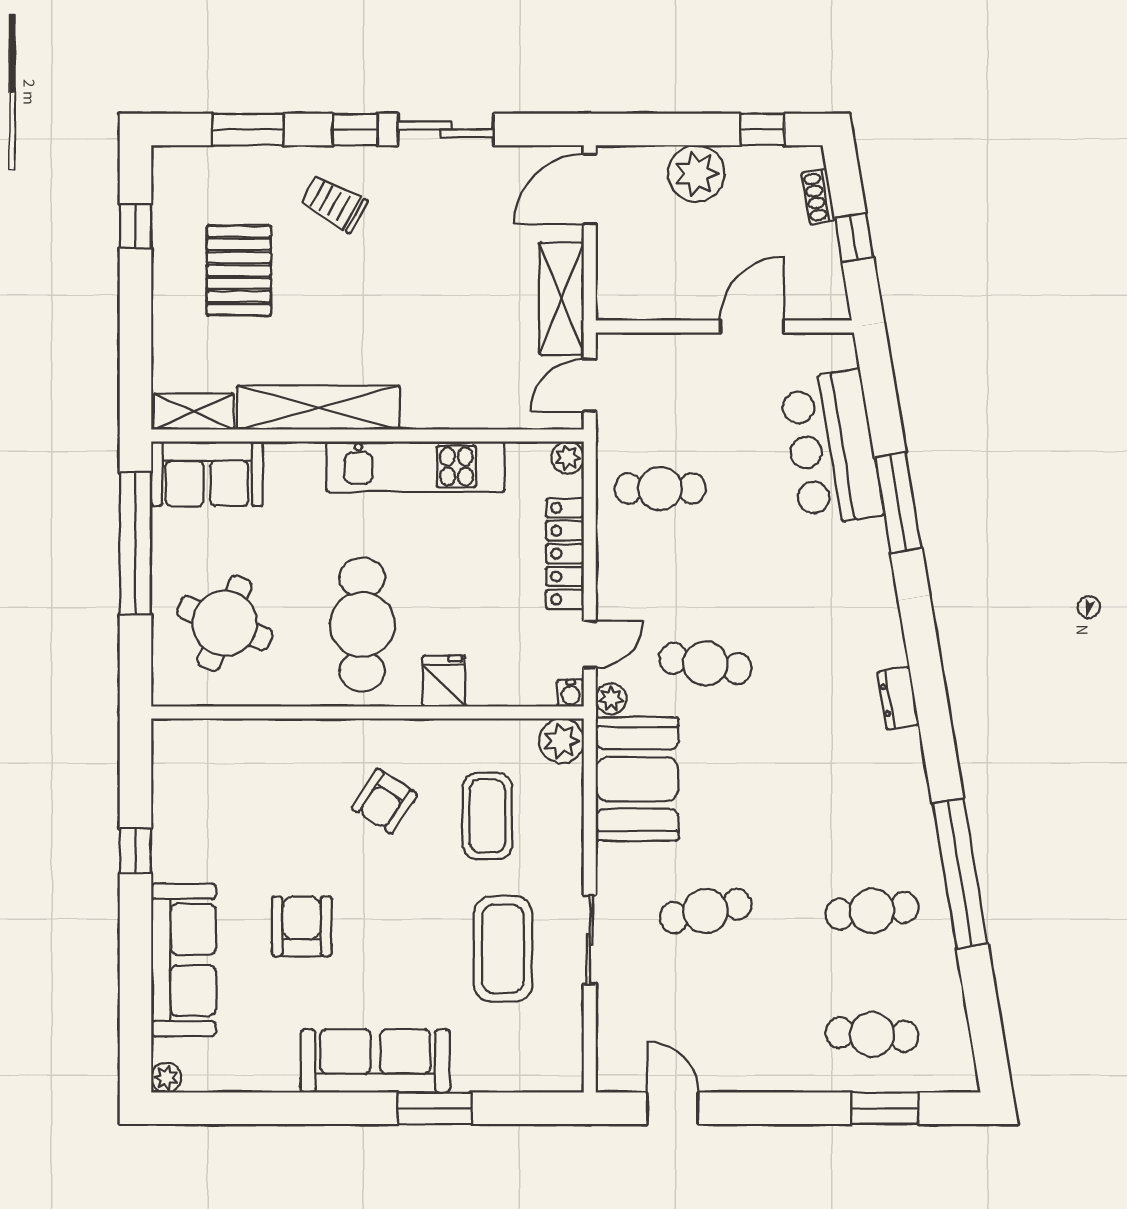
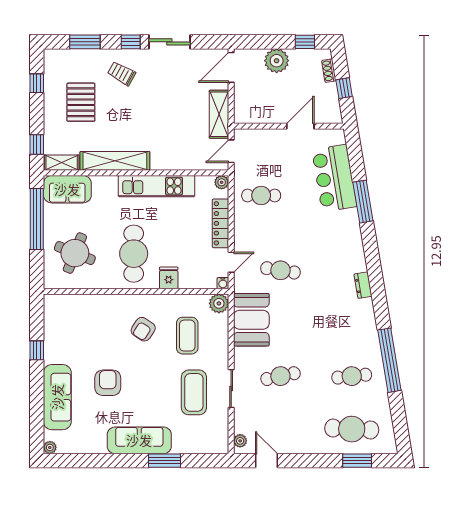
window: (135, 369) -> (37, 144), added
plant: (611, 699) -> (240, 441), moved
cafe table: (872, 1034) -> (352, 429), width x1.37, depth x1.35

